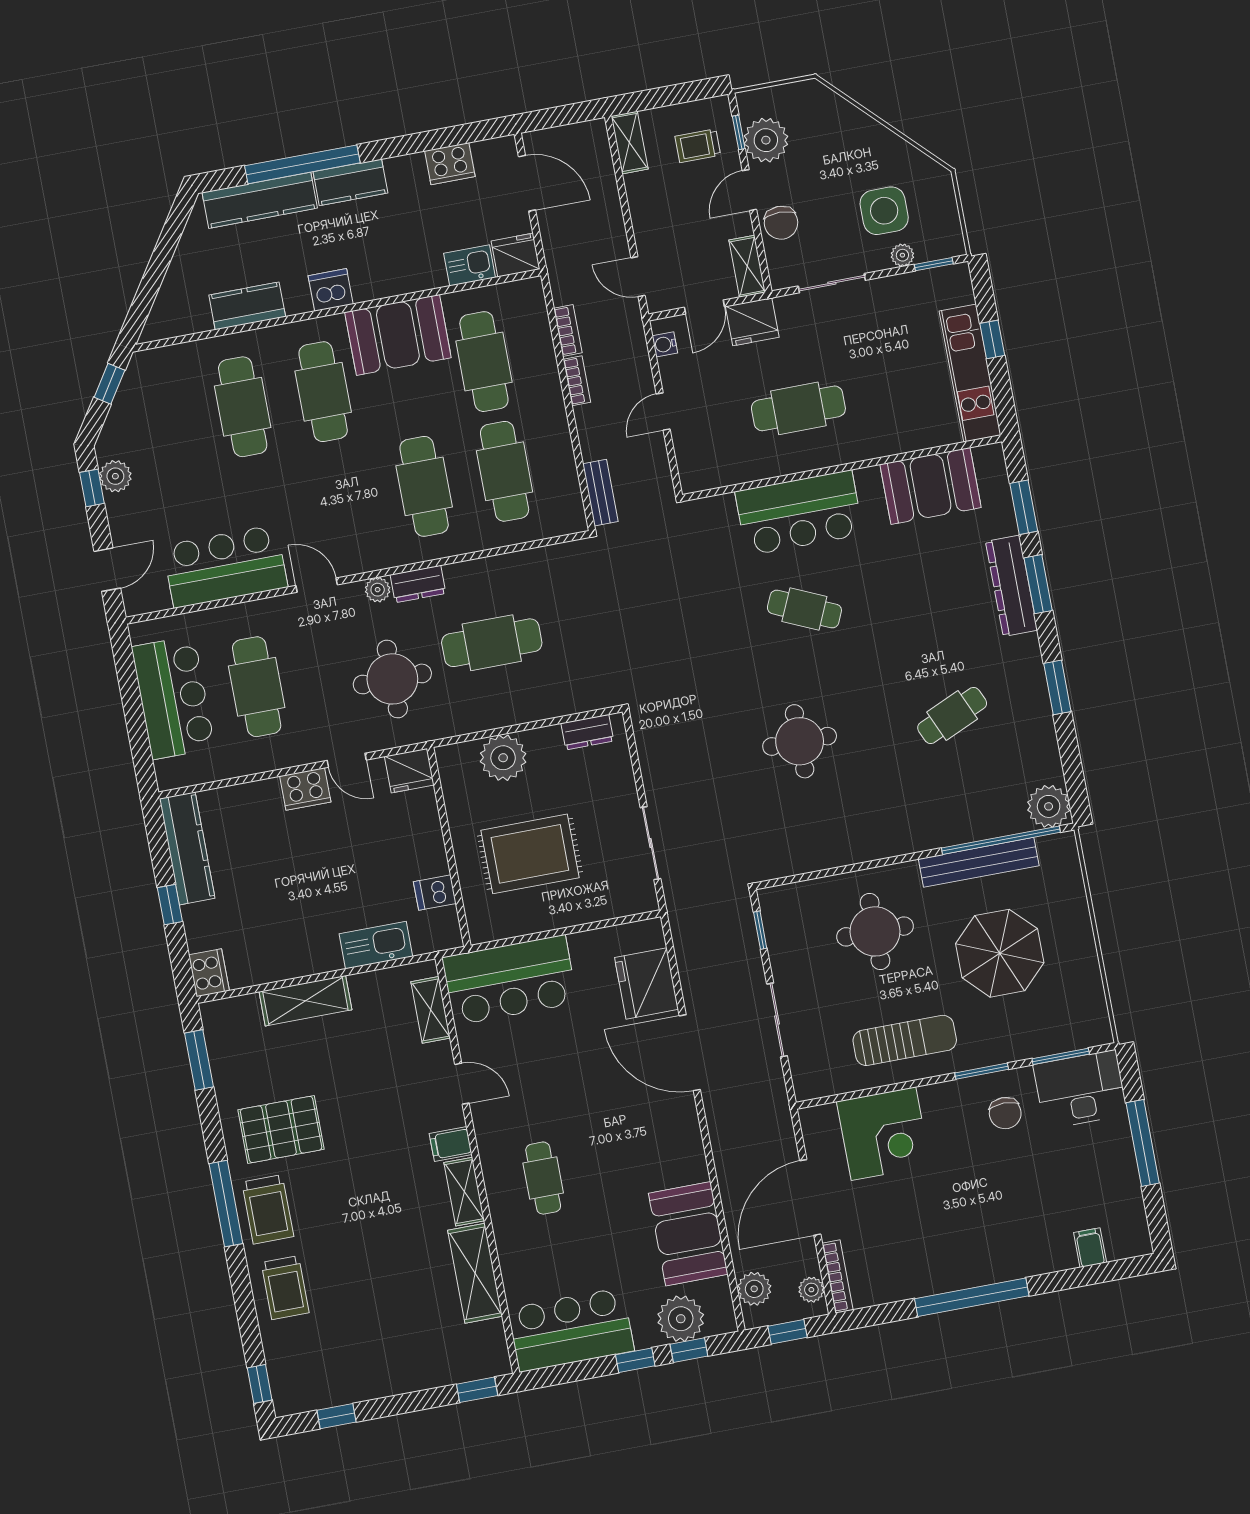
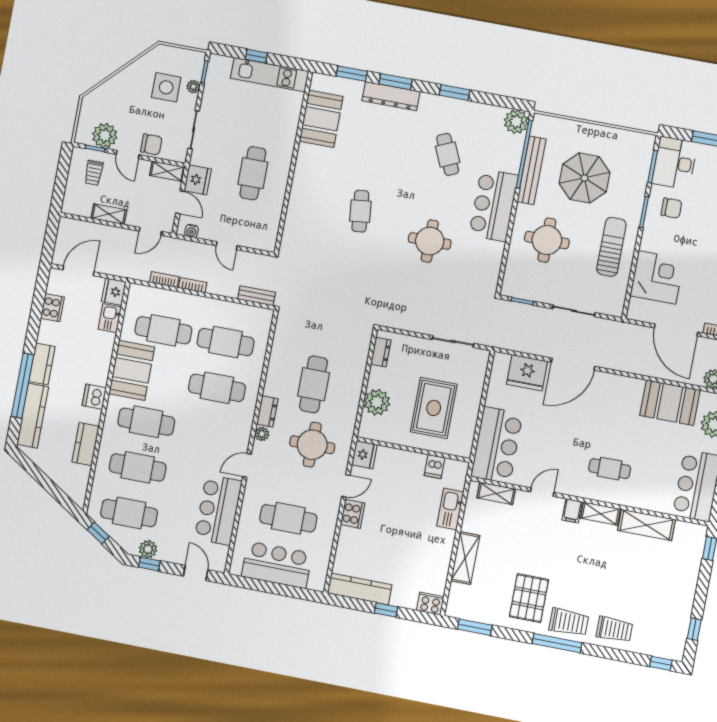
shelving: (630, 143) -> (109, 214), moved
cafe table: (162, 422) -> (129, 513), added
bar counter: (799, 513) -> (494, 205), moved, turned 180
cafe table: (804, 609) -> (360, 211), turned -30

